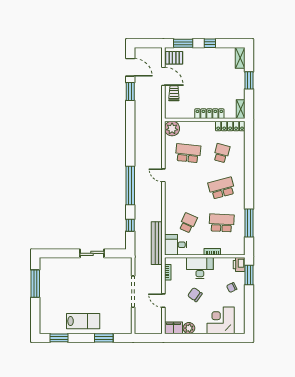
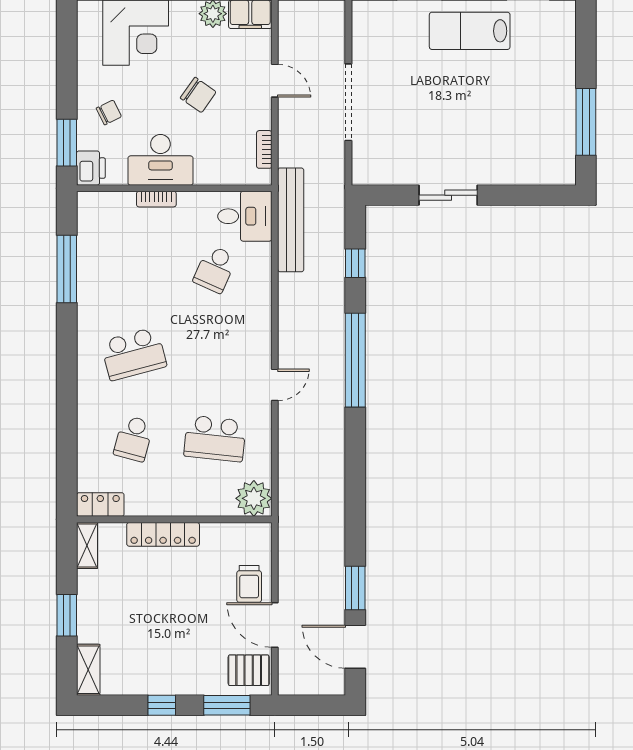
locker: (230, 126) -> (100, 504), width x0.66
door: (163, 175) -> (275, 385), hinge flipped
school desk: (222, 223) -> (134, 269), removed
desk: (200, 268) -> (160, 160), moved

